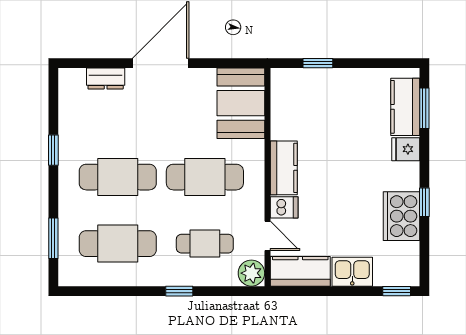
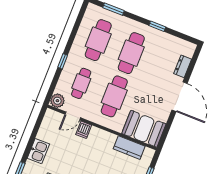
kitchen counter: (284, 168) -> (129, 148), moved
kitchen counter: (300, 271) -> (49, 125), removed

